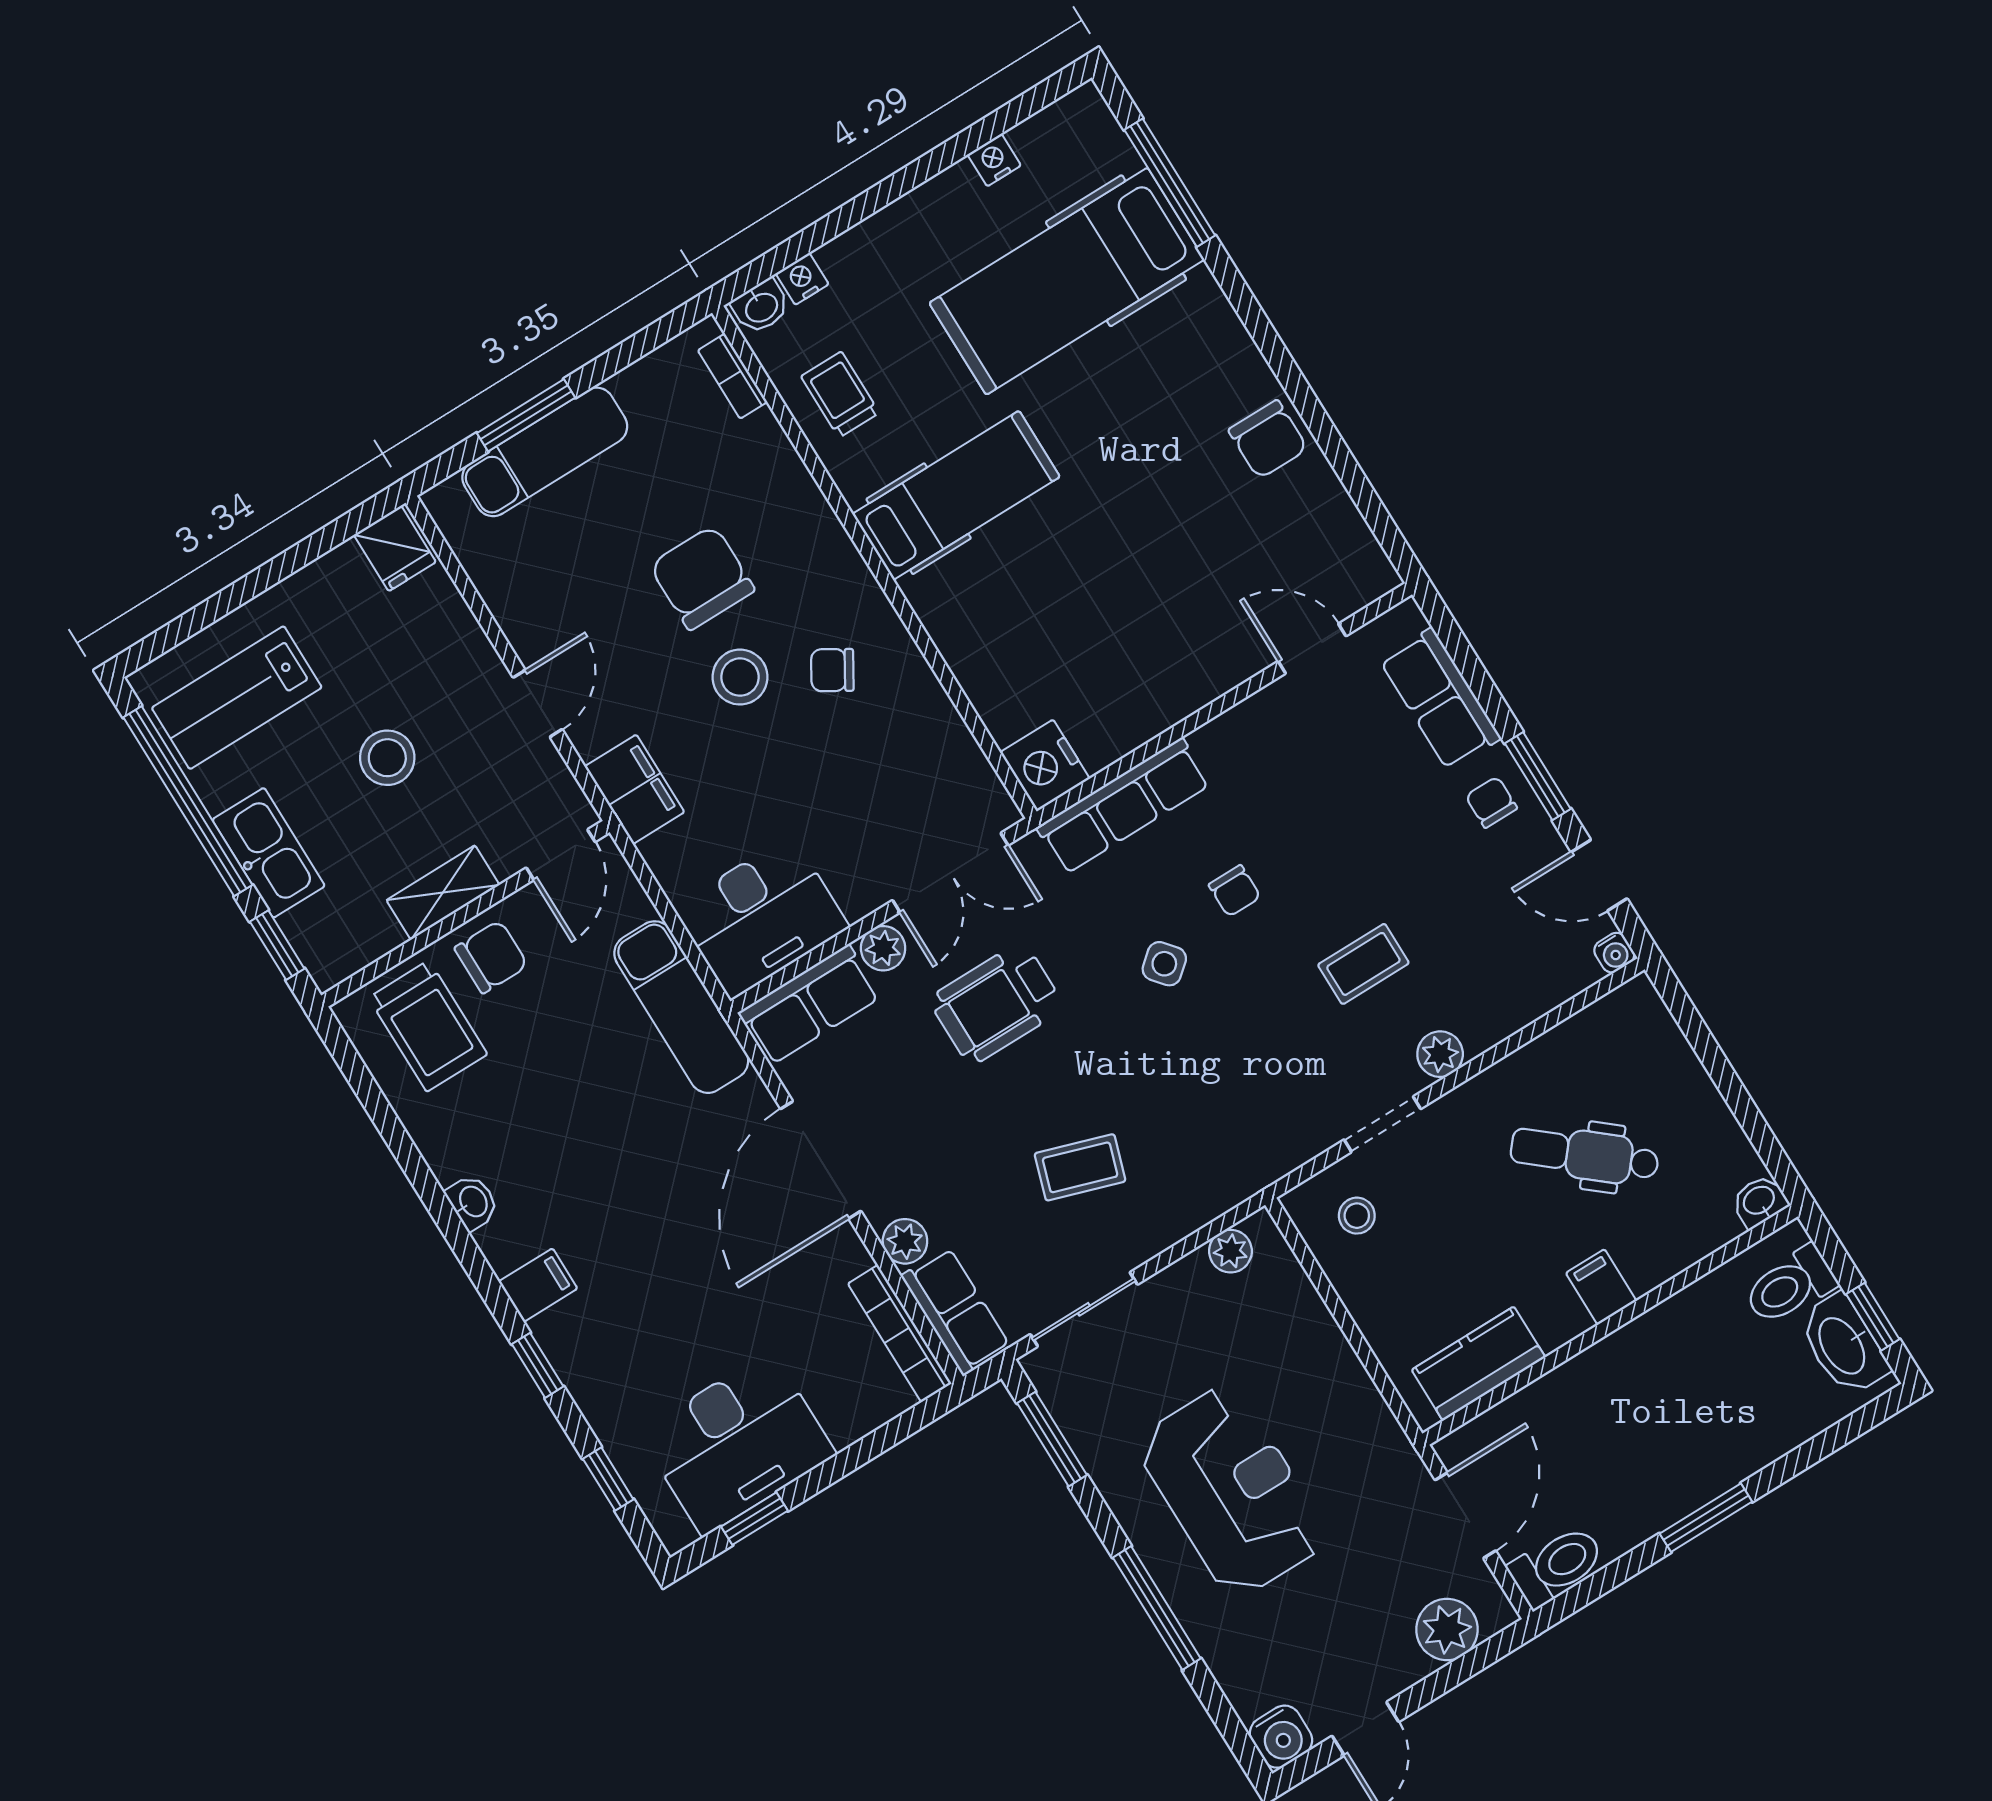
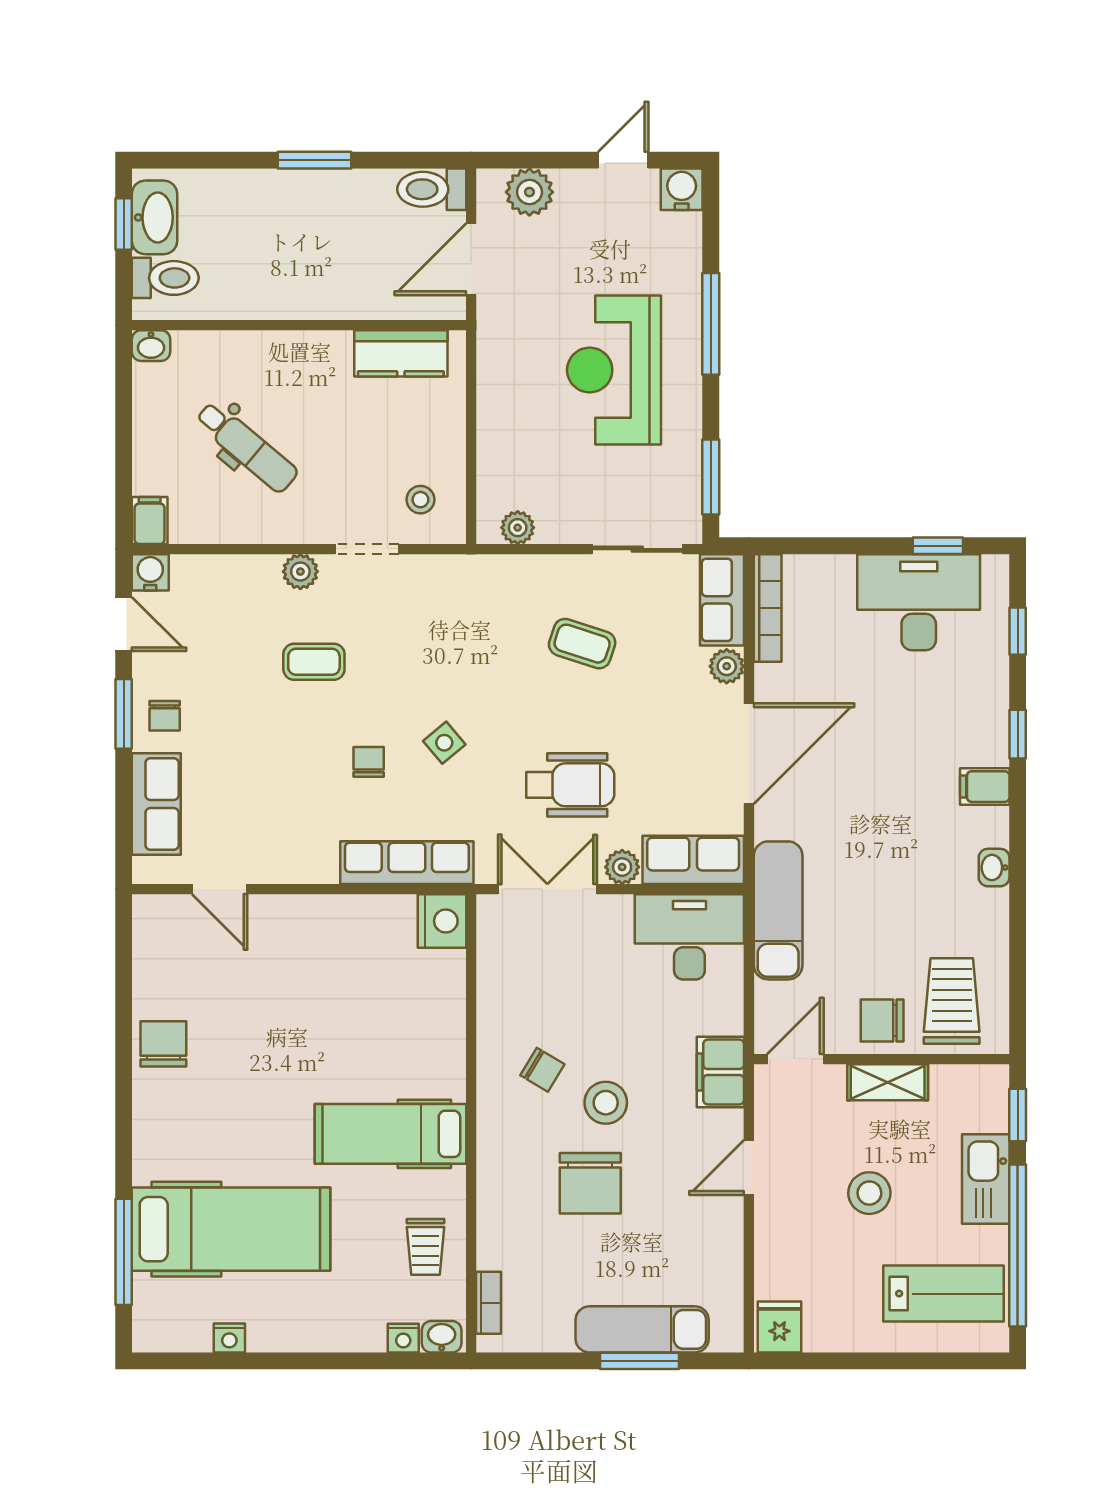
water cooler: (1614, 953) -> (150, 572), width x1.38, depth x1.38
filing cabinet: (1601, 1287) -> (150, 520), moved, turned 180

